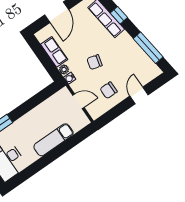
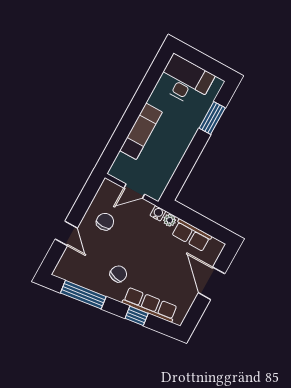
chair: (94, 62) -> (118, 274), moved

